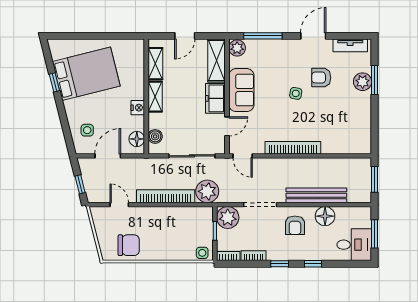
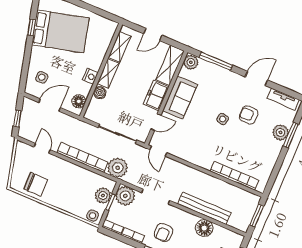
boiler: (155, 136) -> (100, 93), moved
bookcase: (293, 148) -> (234, 176), moved
armchair: (295, 225) -> (163, 232), moved
plant: (204, 227) -> (103, 196), added

